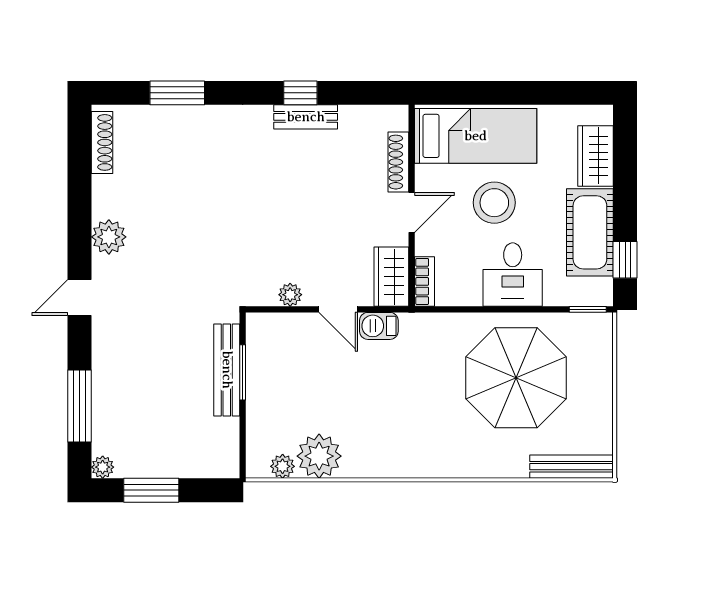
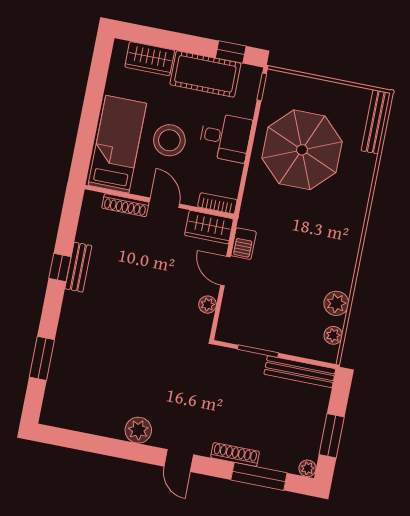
shoe rack: (102, 142) -> (235, 455), moved
door: (338, 309) -> (225, 271), swing flipped
bench: (227, 370) -> (300, 372), moved
plant: (319, 456) -> (336, 303), width x0.73, depth x0.73

